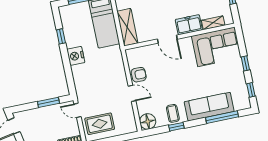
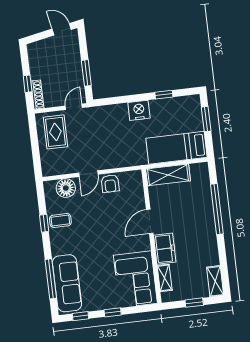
sofa: (209, 107) -> (67, 283), moved
floor lamp: (148, 121) -> (66, 188), moved

